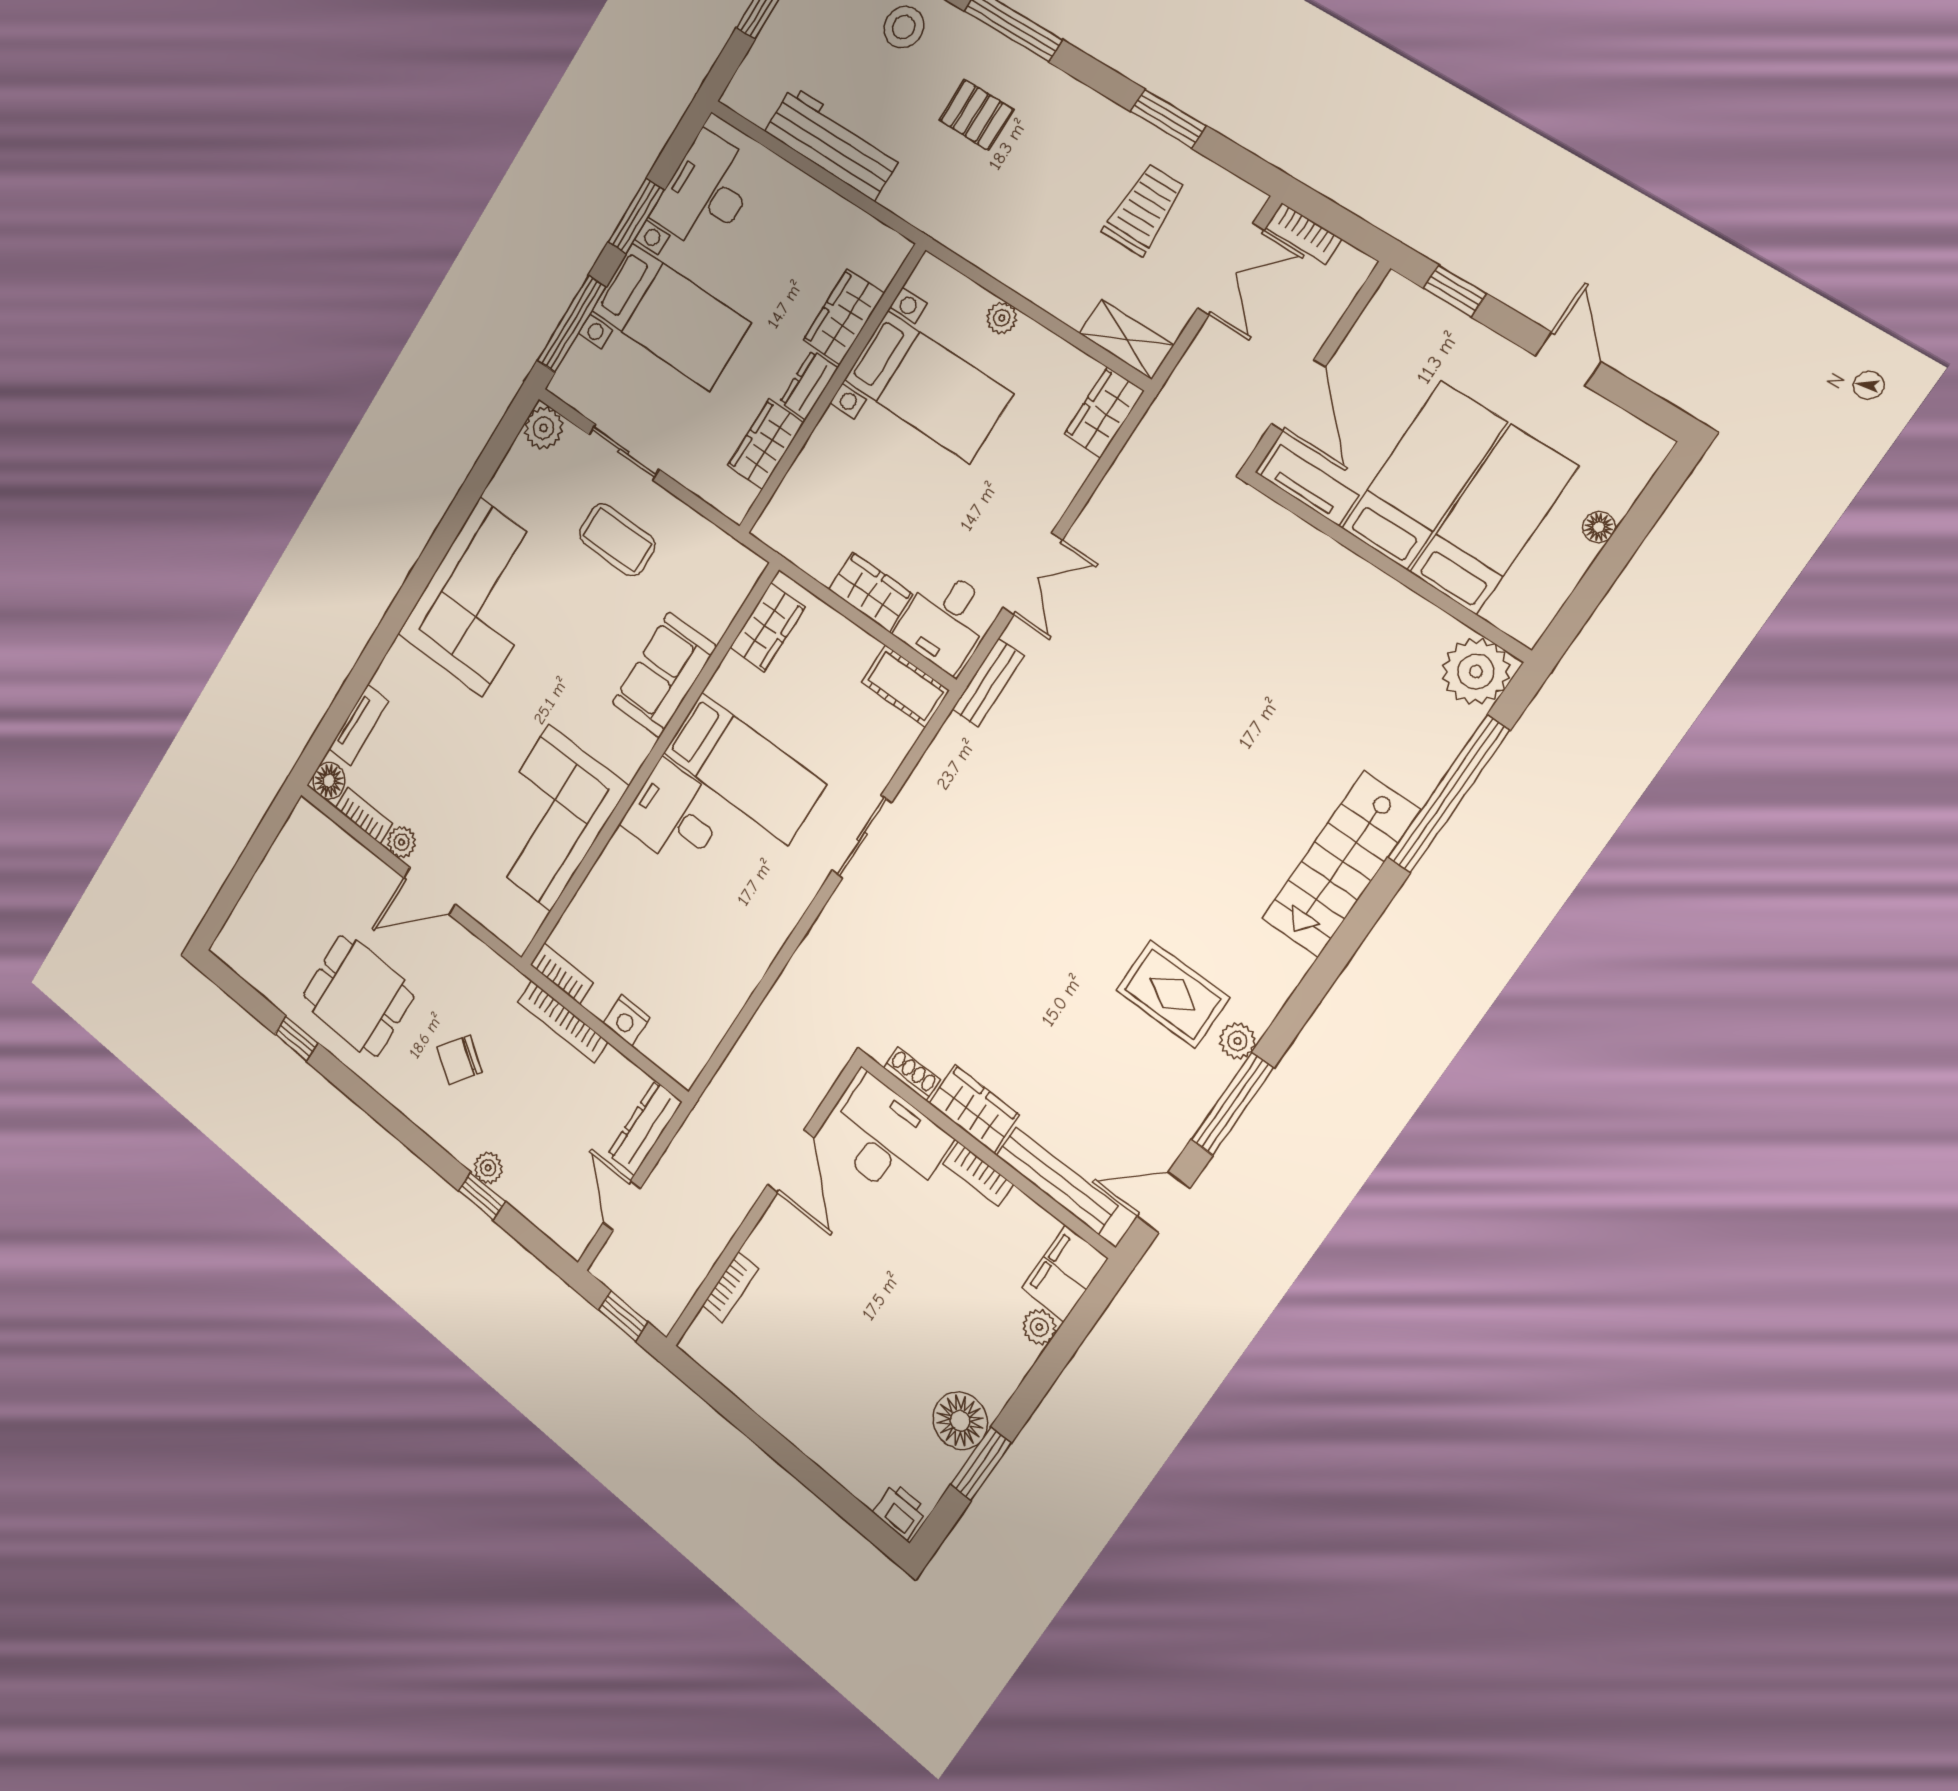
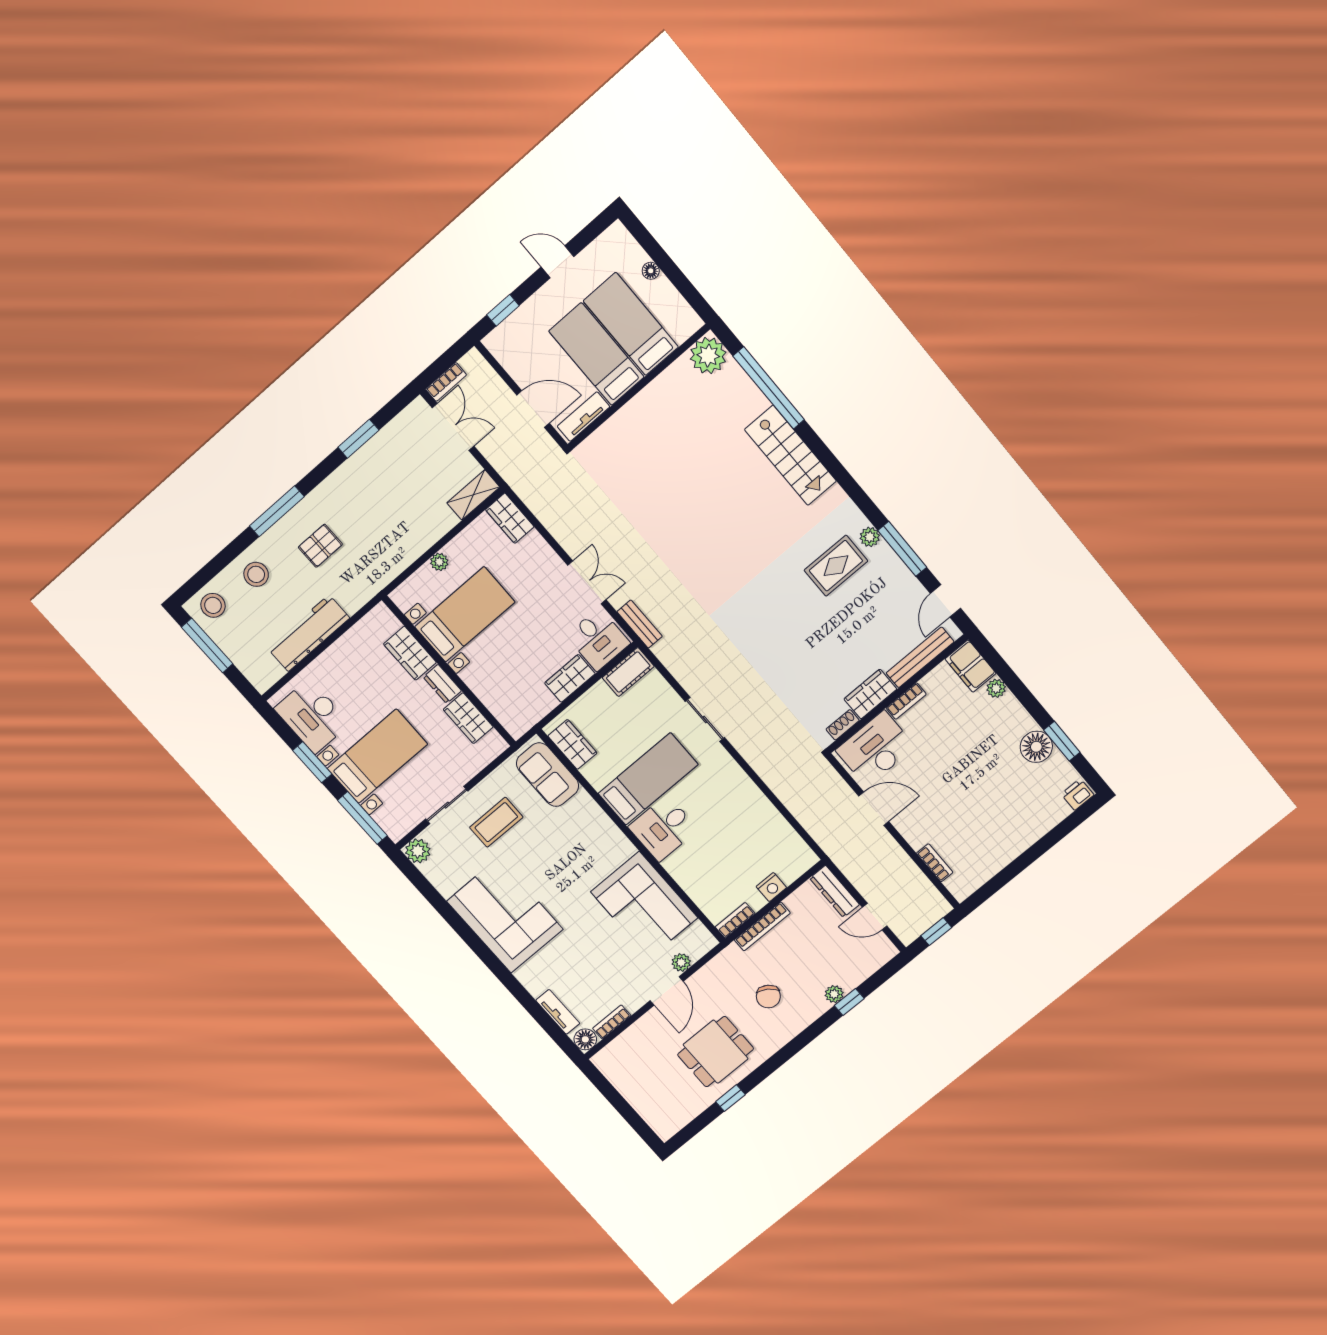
trolley: (1144, 210) -> (405, 466), removed
sofa: (664, 675) -> (548, 775), moved
plant: (401, 842) -> (681, 962), moved

